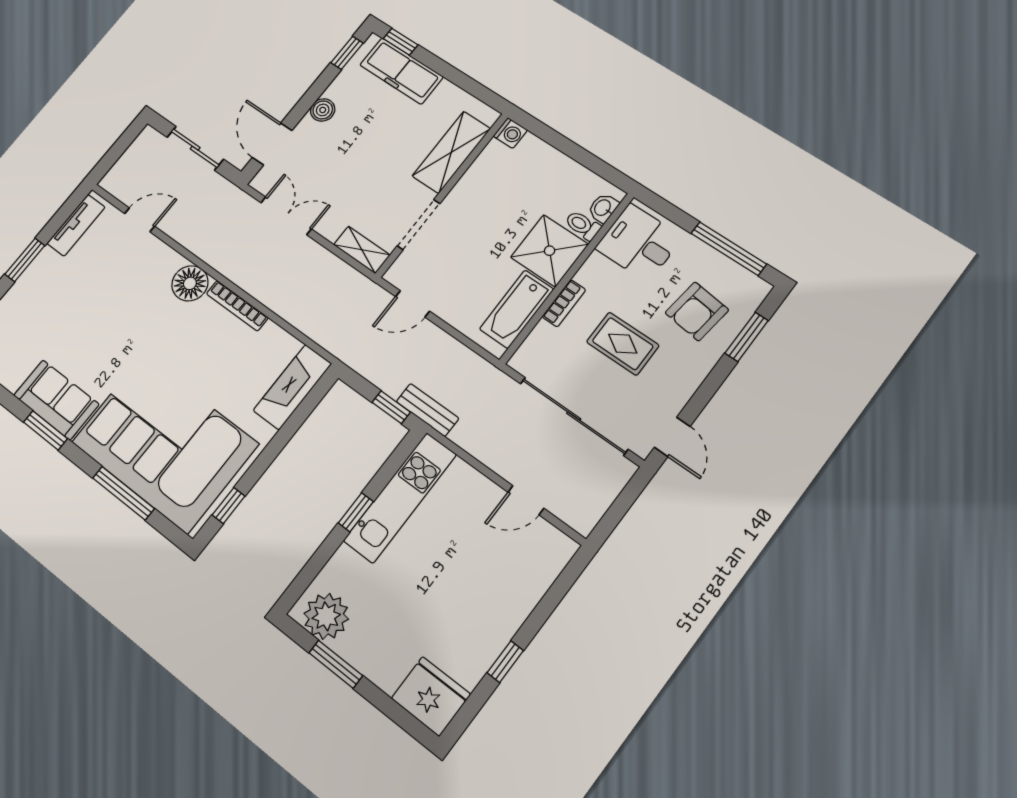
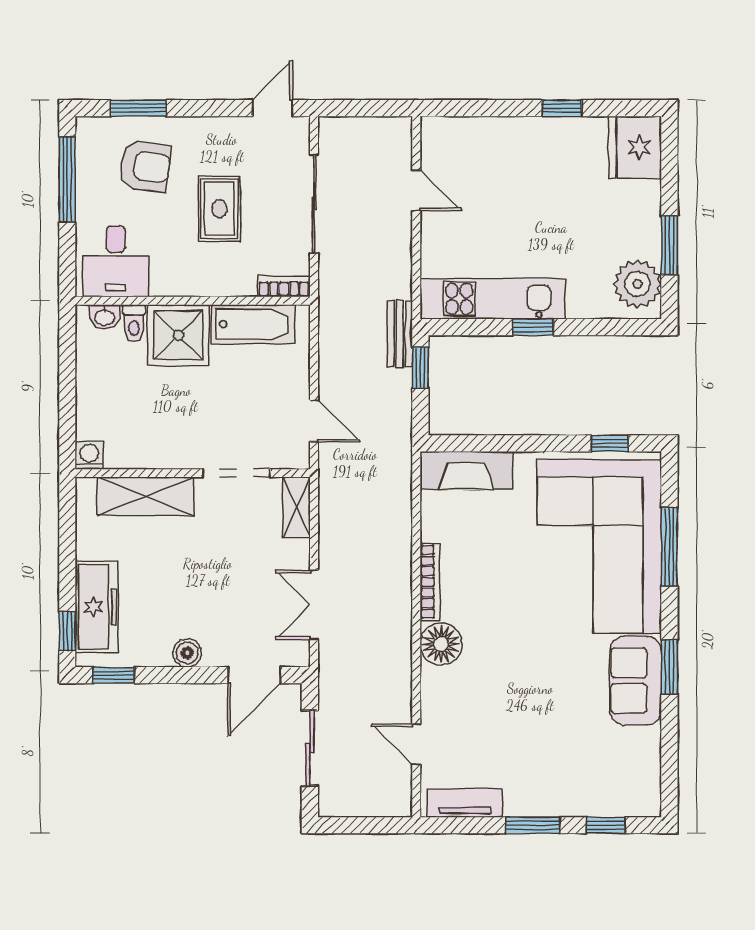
bookcase: (564, 303) -> (284, 286), moved
sliding door: (574, 416) -> (314, 204), width x0.73

